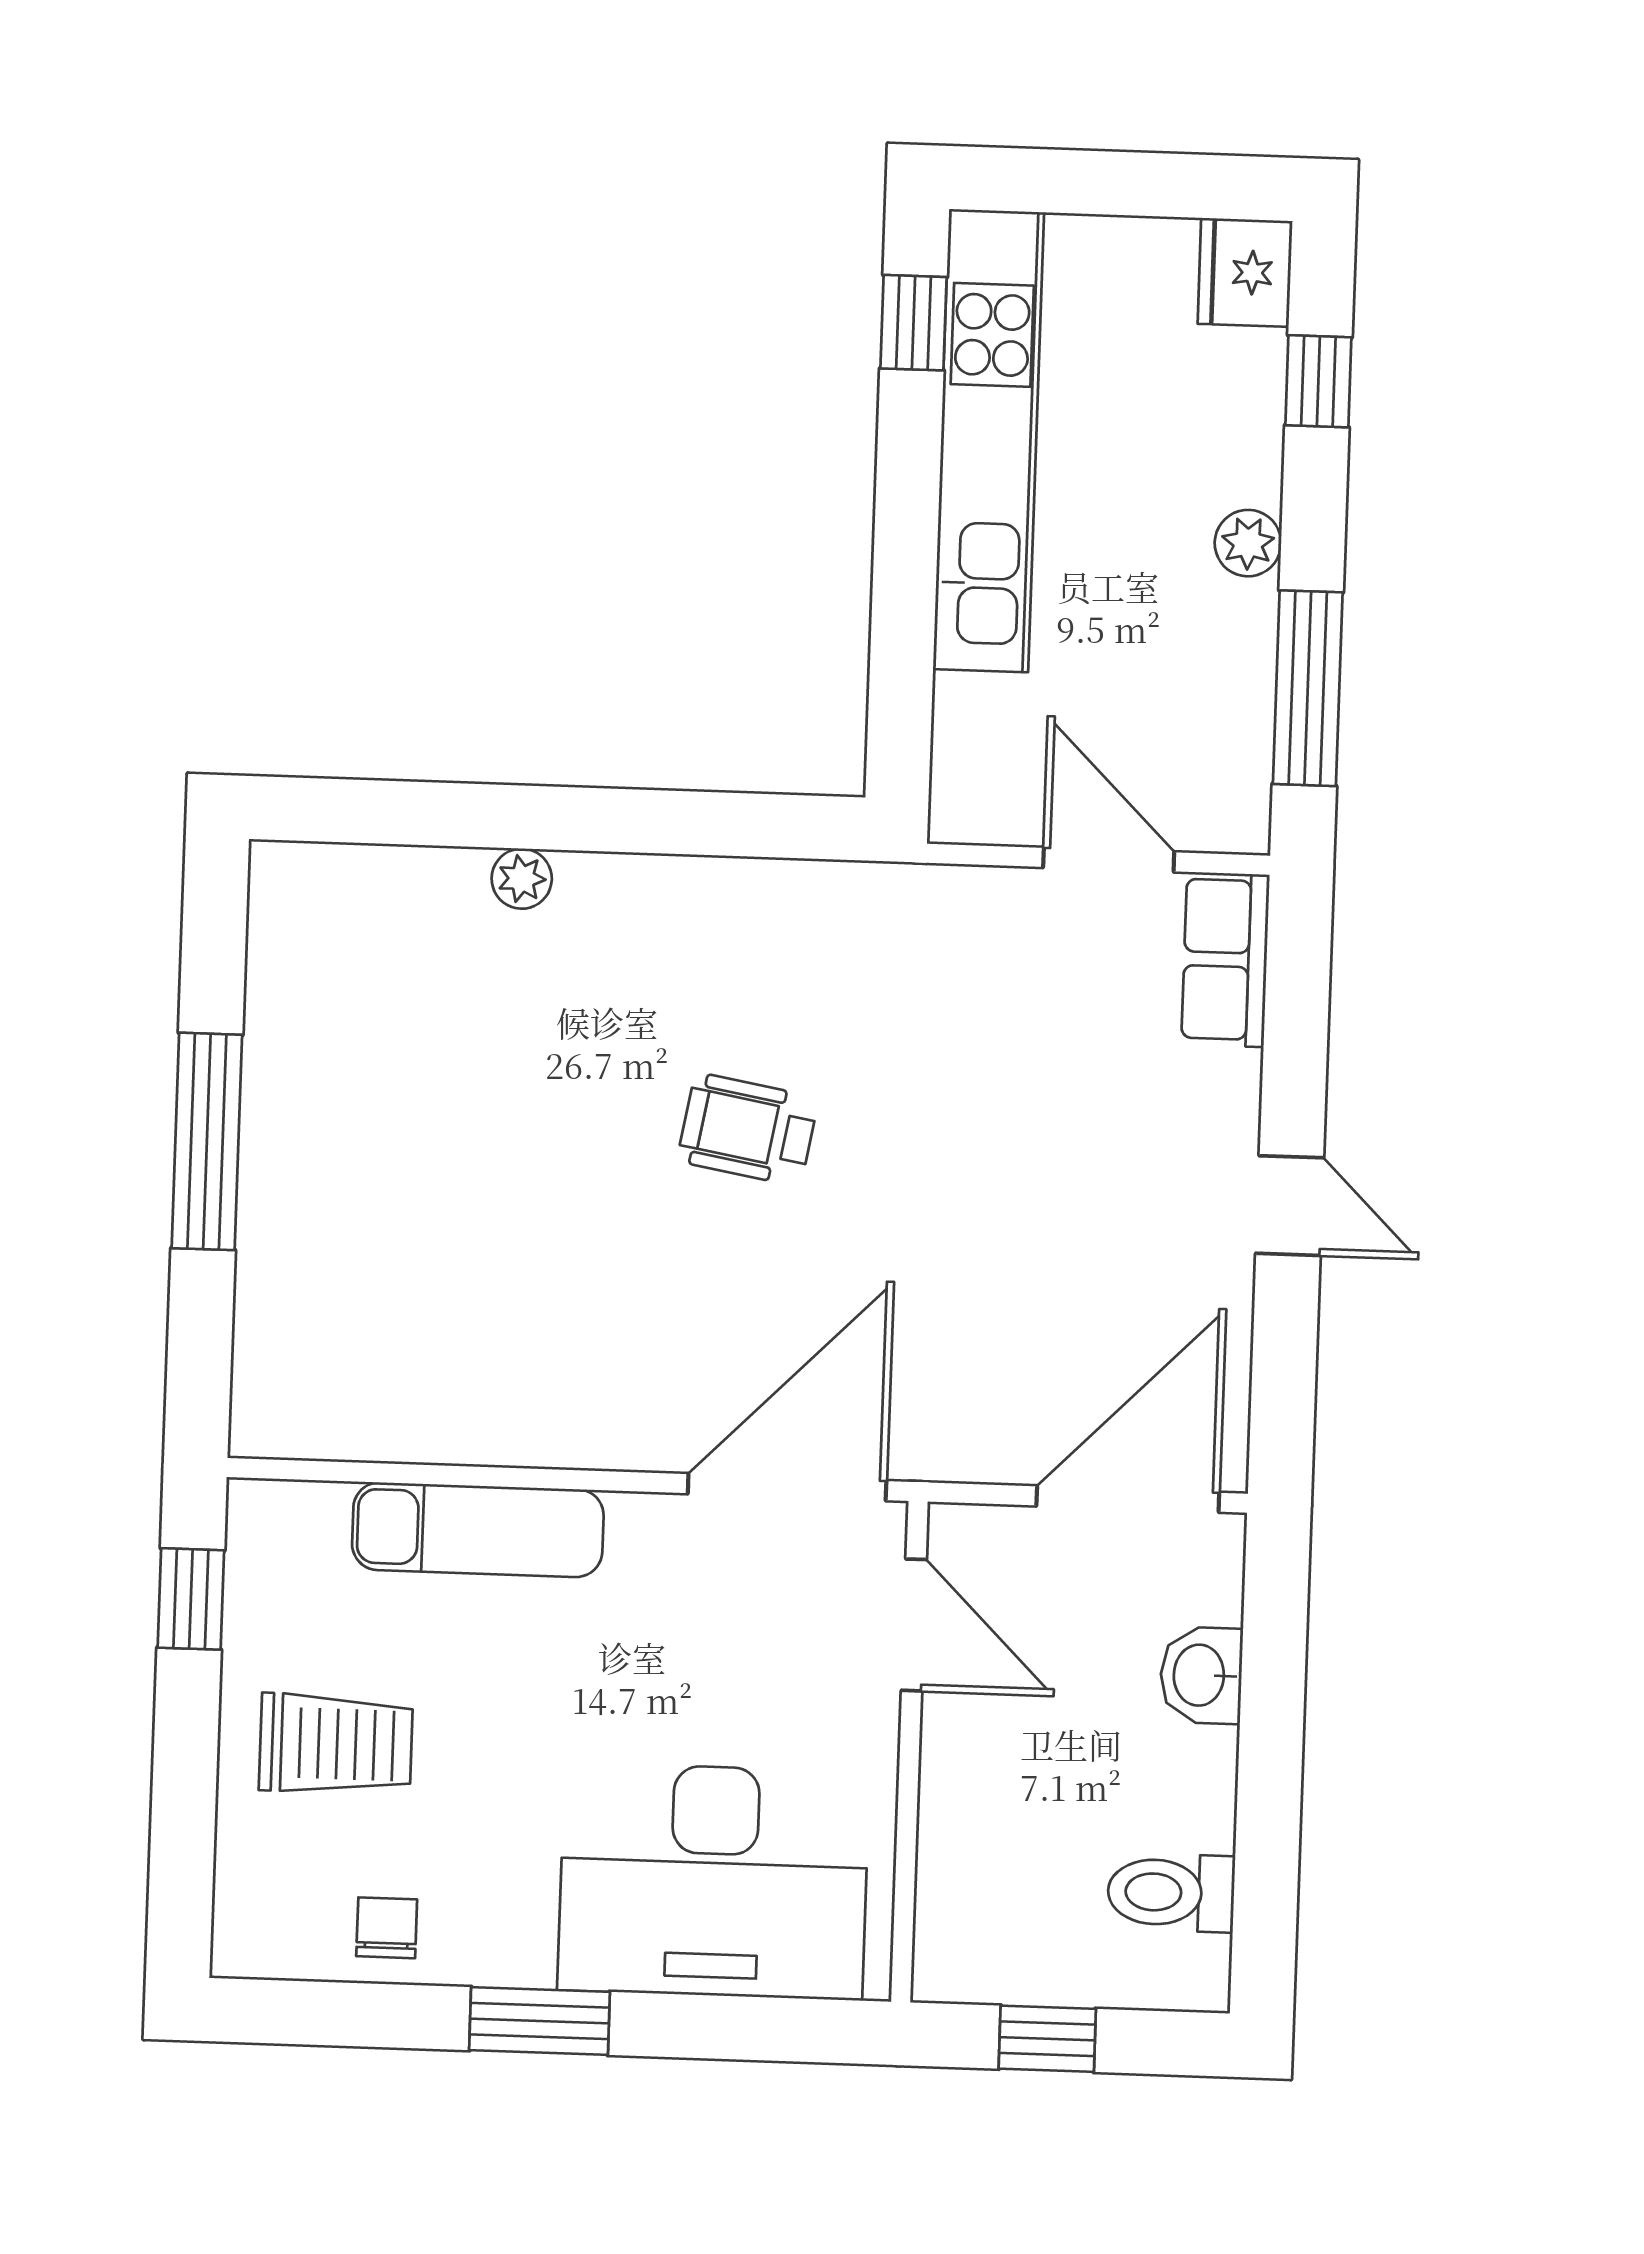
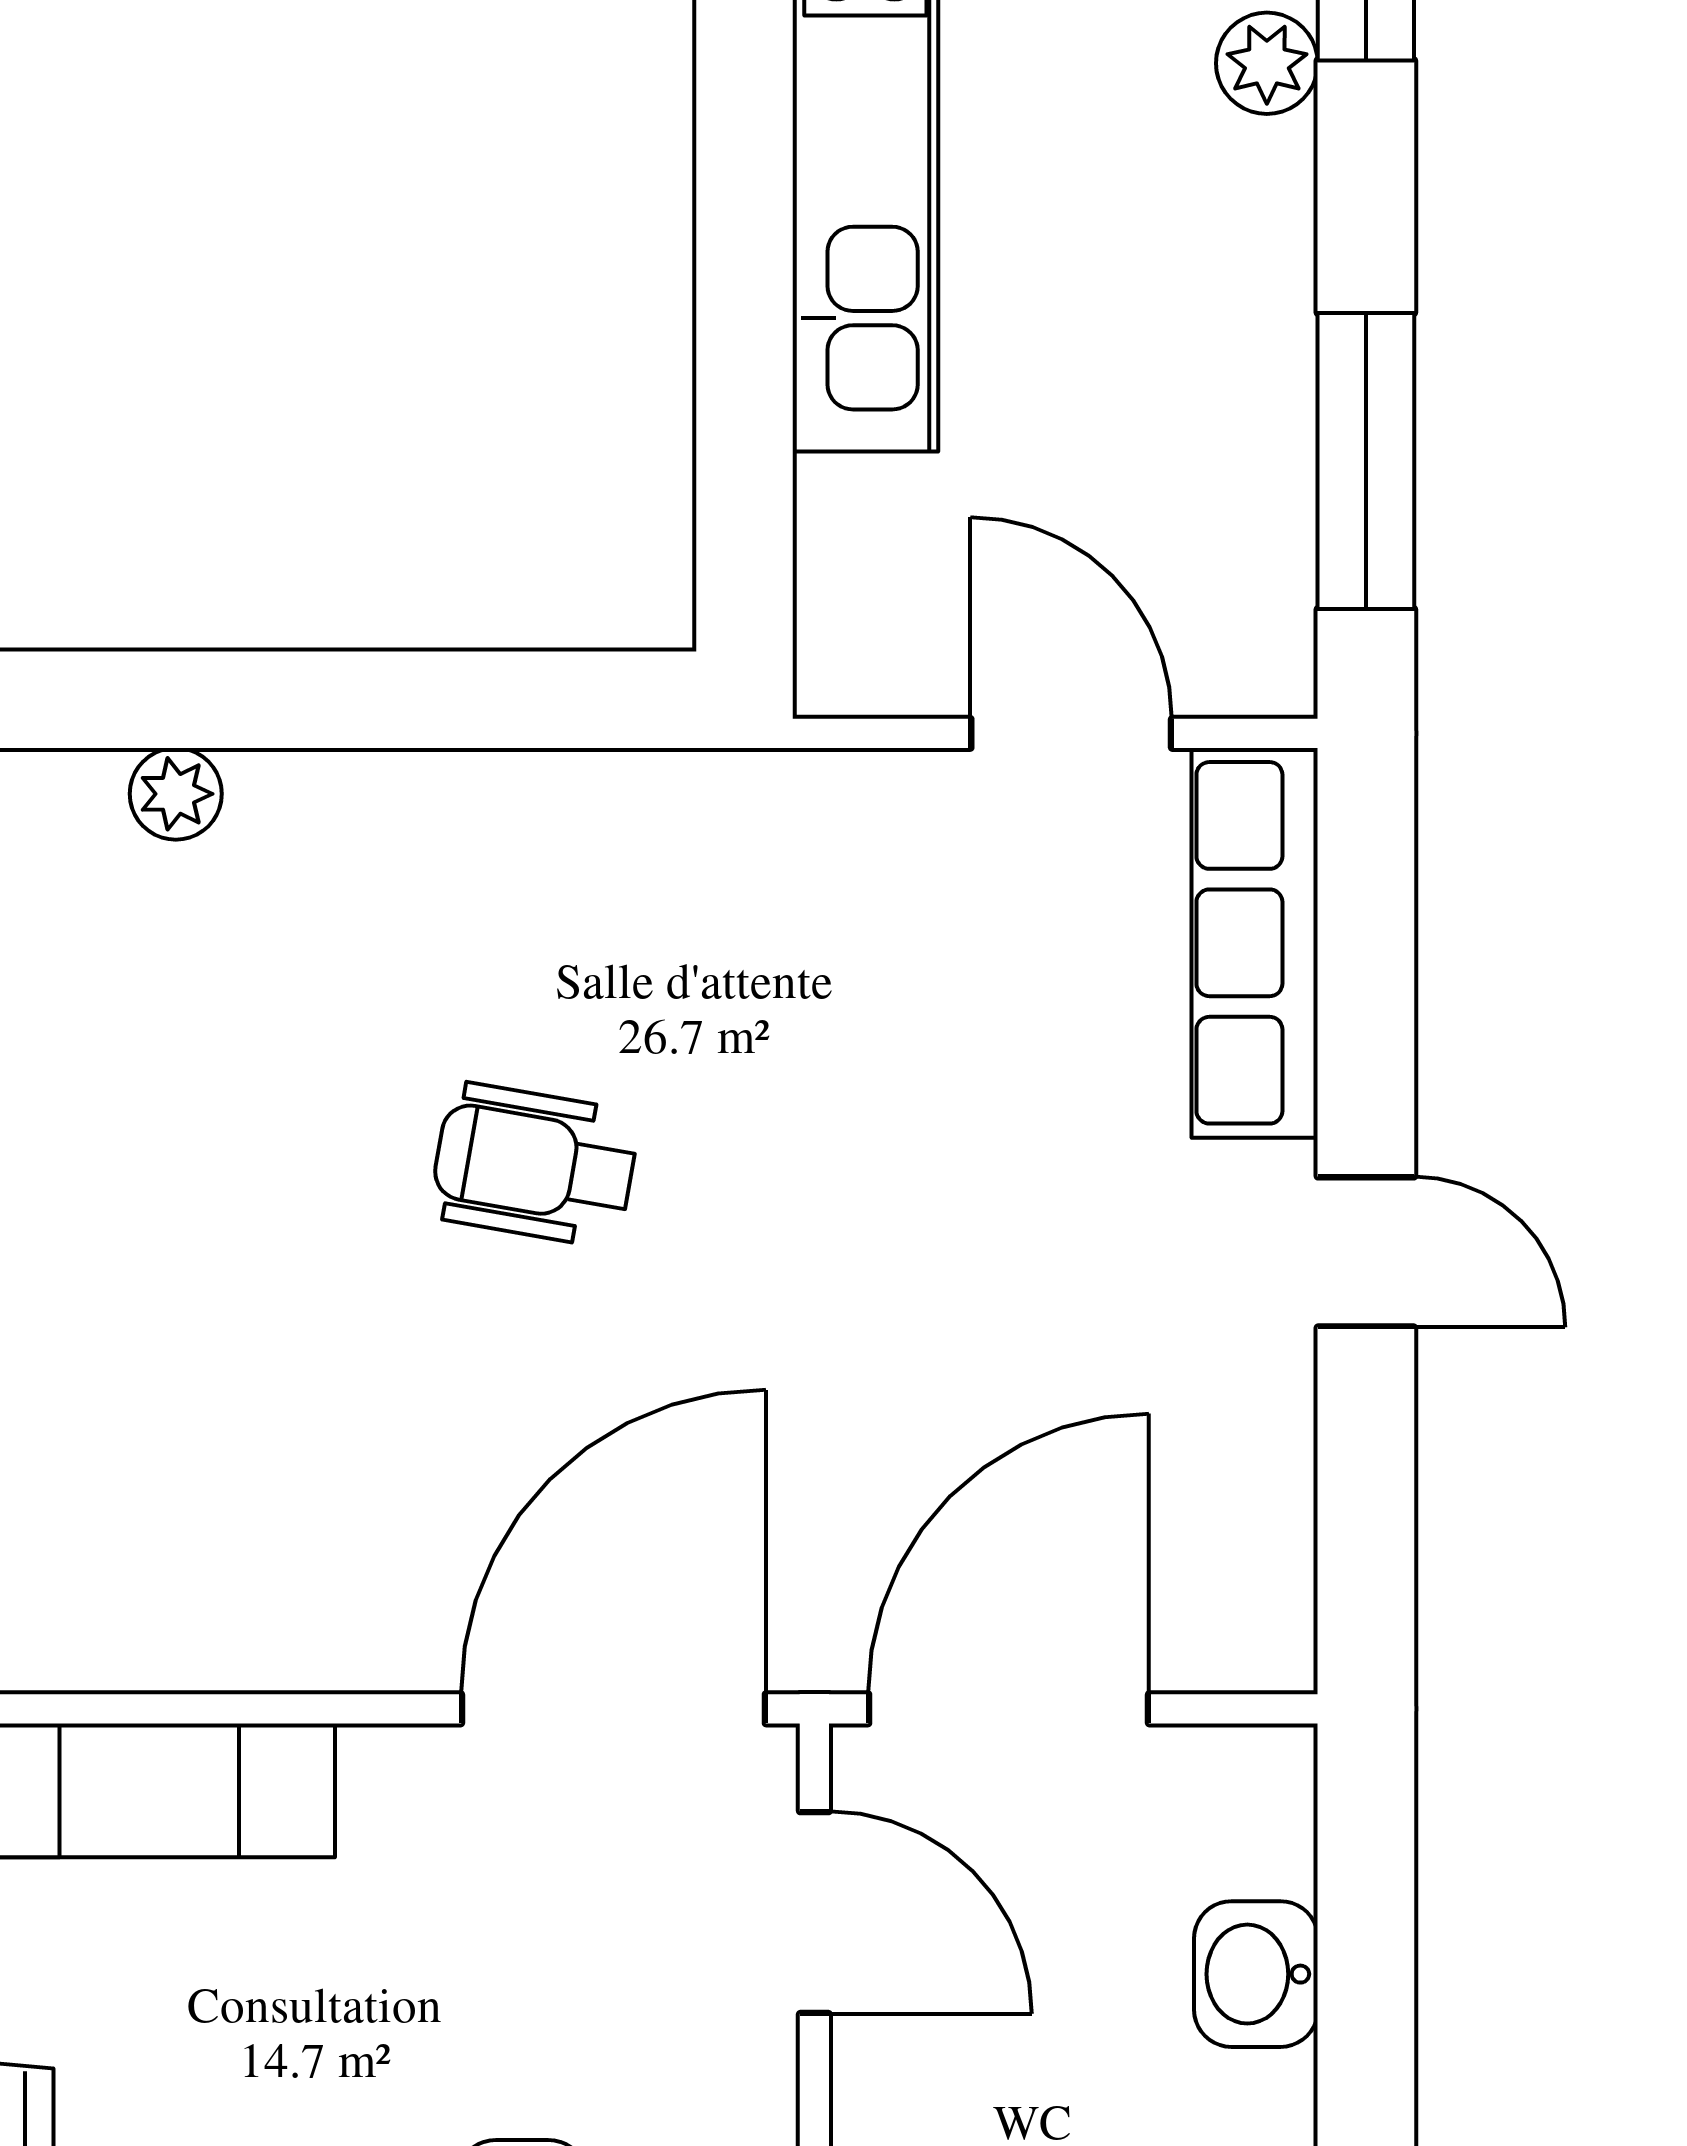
plant: (1248, 543) -> (1267, 63), moved
row of seats: (1225, 960) -> (1255, 943), width x1.48
door: (1128, 1499) -> (1009, 1709), moved

